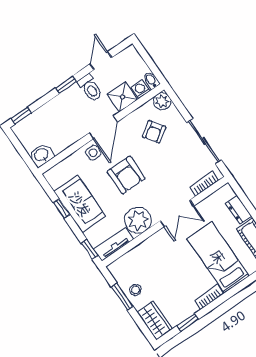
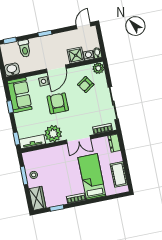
door: (101, 61) -> (84, 26), moved
toilet: (90, 88) -> (25, 49), moved
armchair: (126, 175) -> (58, 103), turned 180
sofa: (80, 204) -> (20, 95), moved
dresser: (238, 210) -> (114, 143), moved

